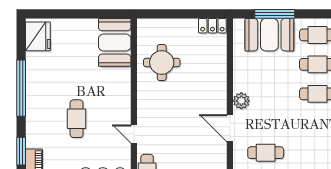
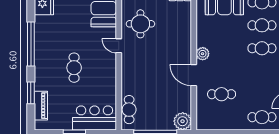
door: (134, 134) -> (119, 46), moved

